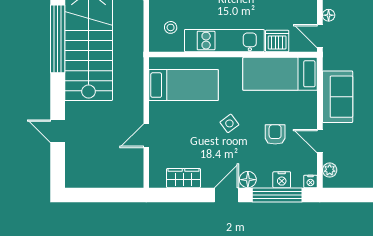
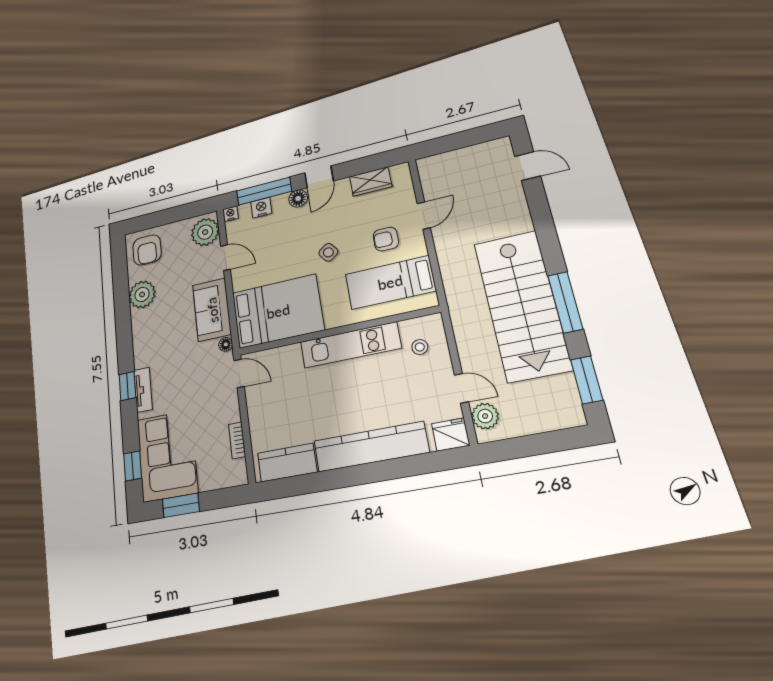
floor lamp: (329, 15) -> (226, 344), moved
window: (58, 39) -> (565, 302), width x0.68
dishwasher: (277, 41) -> (288, 358), removed
bed: (280, 74) -> (278, 311), width x1.50
door: (58, 131) -> (528, 166), moved
armchair: (275, 134) -> (386, 239), moved, turned 90
plant: (330, 170) -> (205, 232), width x1.88, depth x1.88

